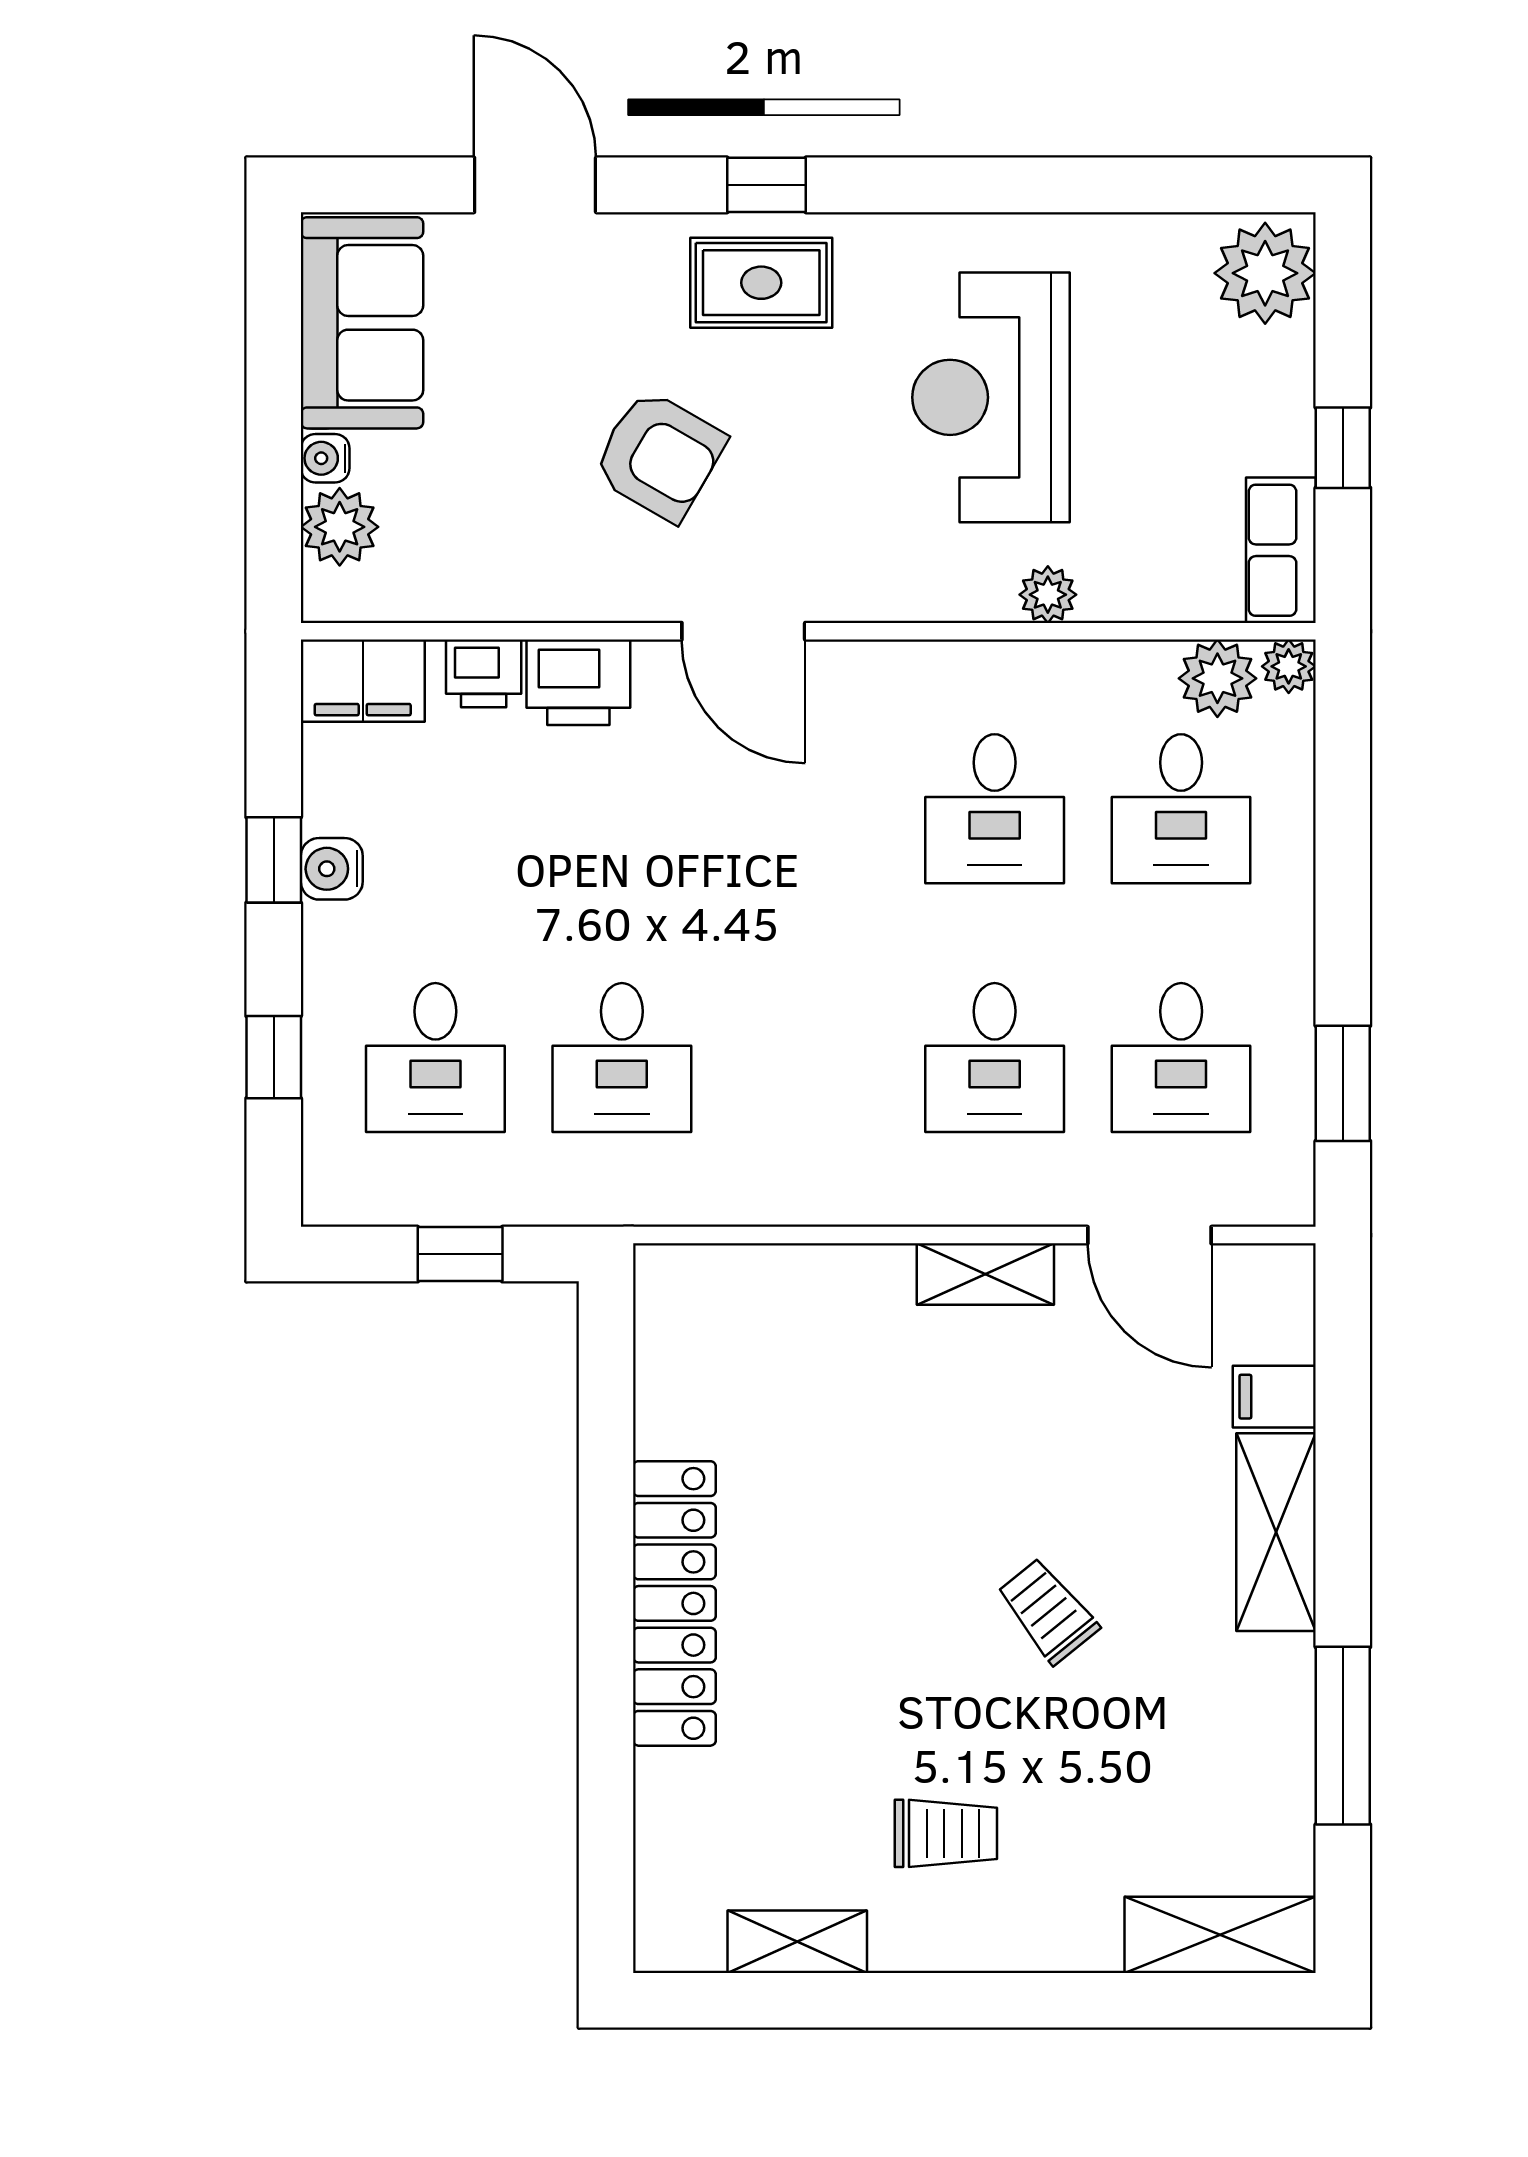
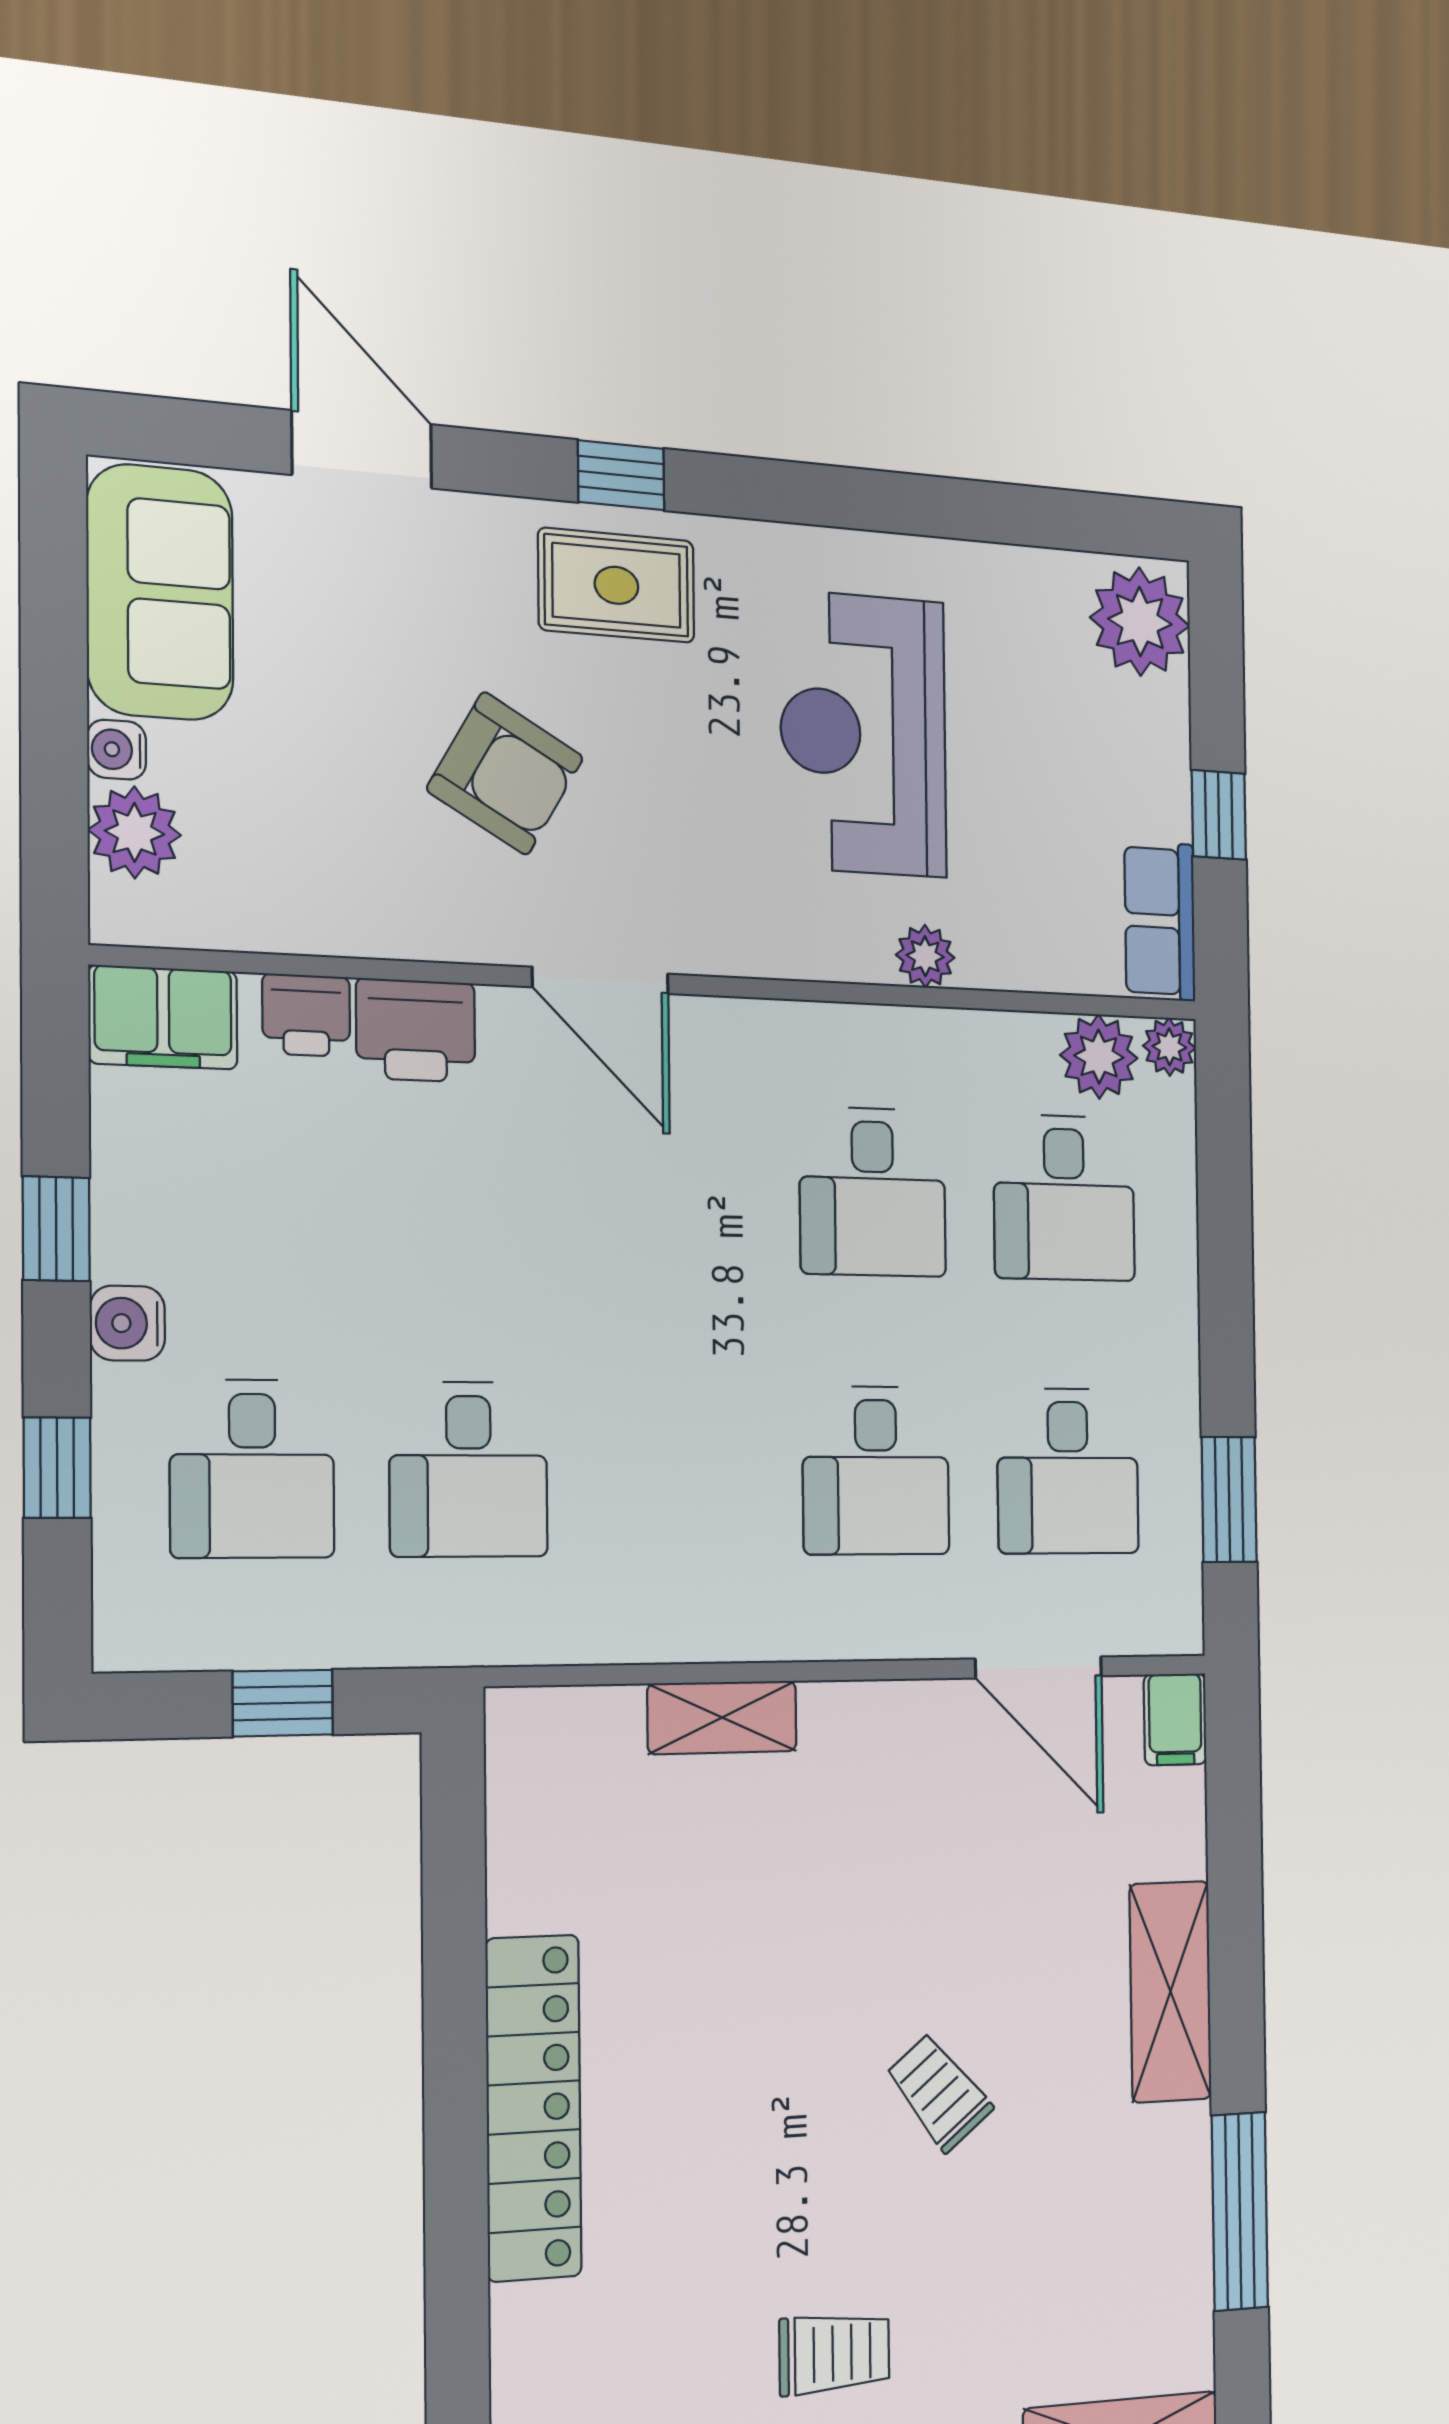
water cooler: (332, 869) -> (127, 1323), moved
shelving: (985, 1274) -> (722, 1717), moved
filing cabinet: (1274, 1397) -> (1175, 1719), moved, turned -90

